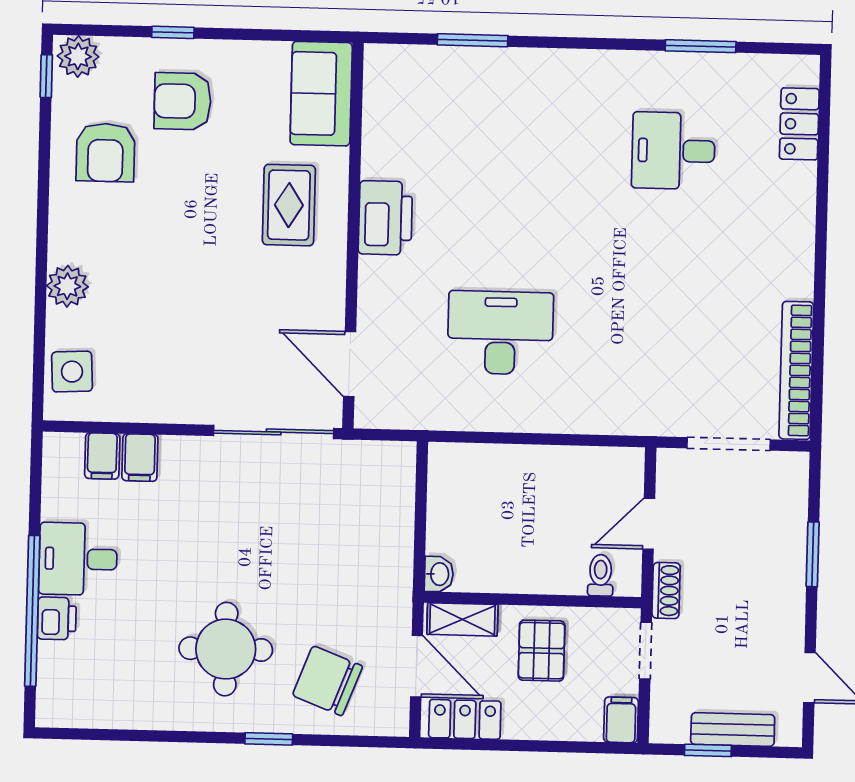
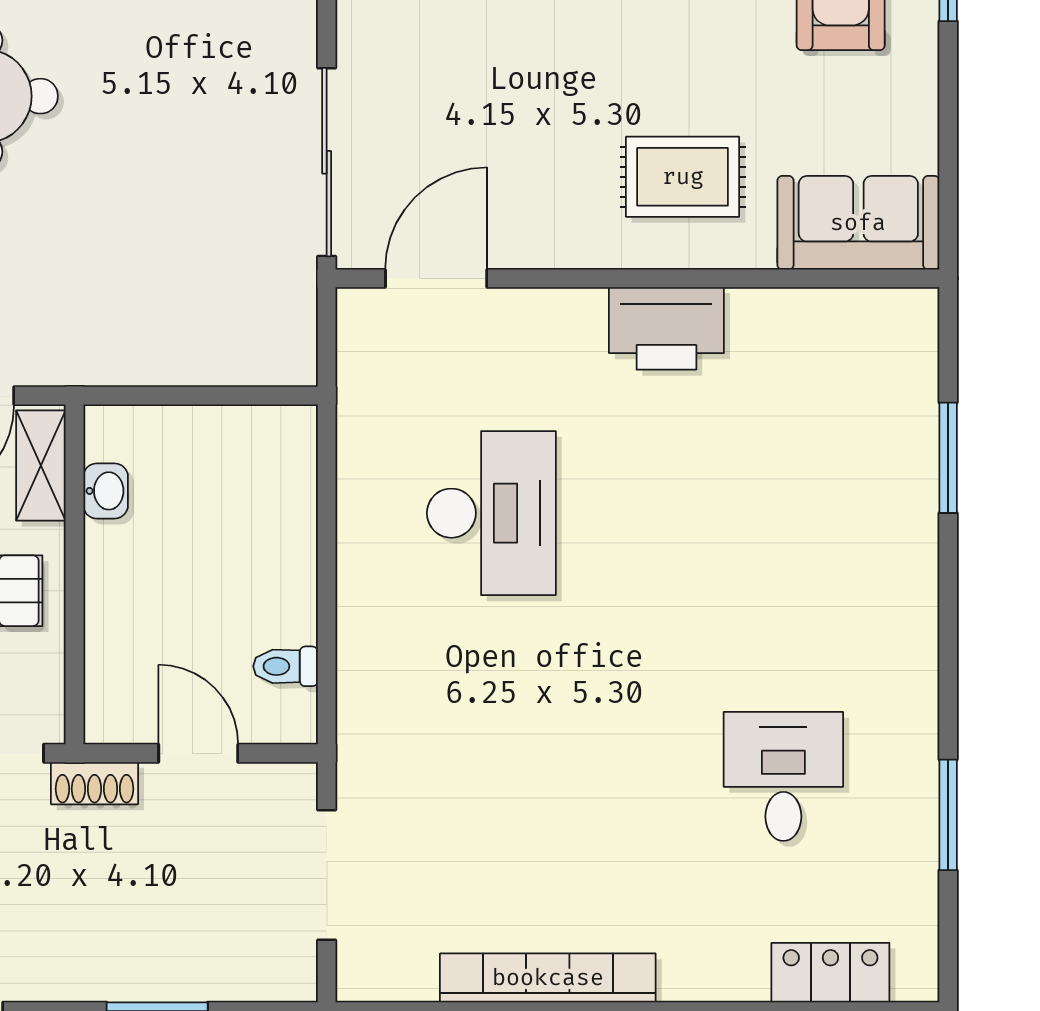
bookcase: (796, 370) -> (548, 978), moved
washbasin: (439, 574) -> (106, 491), moved, turned -90
toilet: (601, 575) -> (286, 666), moved, turned 180

